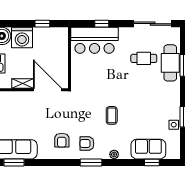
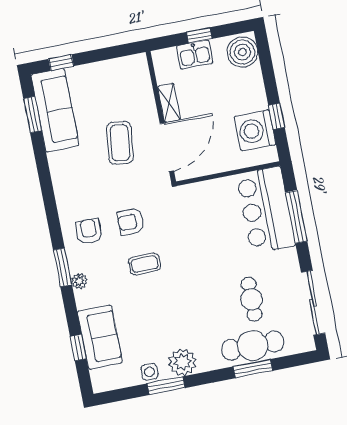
window: (102, 24) -> (296, 217), width x2.17
washing machine: (22, 37) -> (255, 131), moved
plant: (172, 105) -> (182, 362), added
coffee table: (40, 116) -> (120, 143), added
armchair: (62, 140) -> (131, 222), moved
window: (91, 163) -> (63, 267), moved

